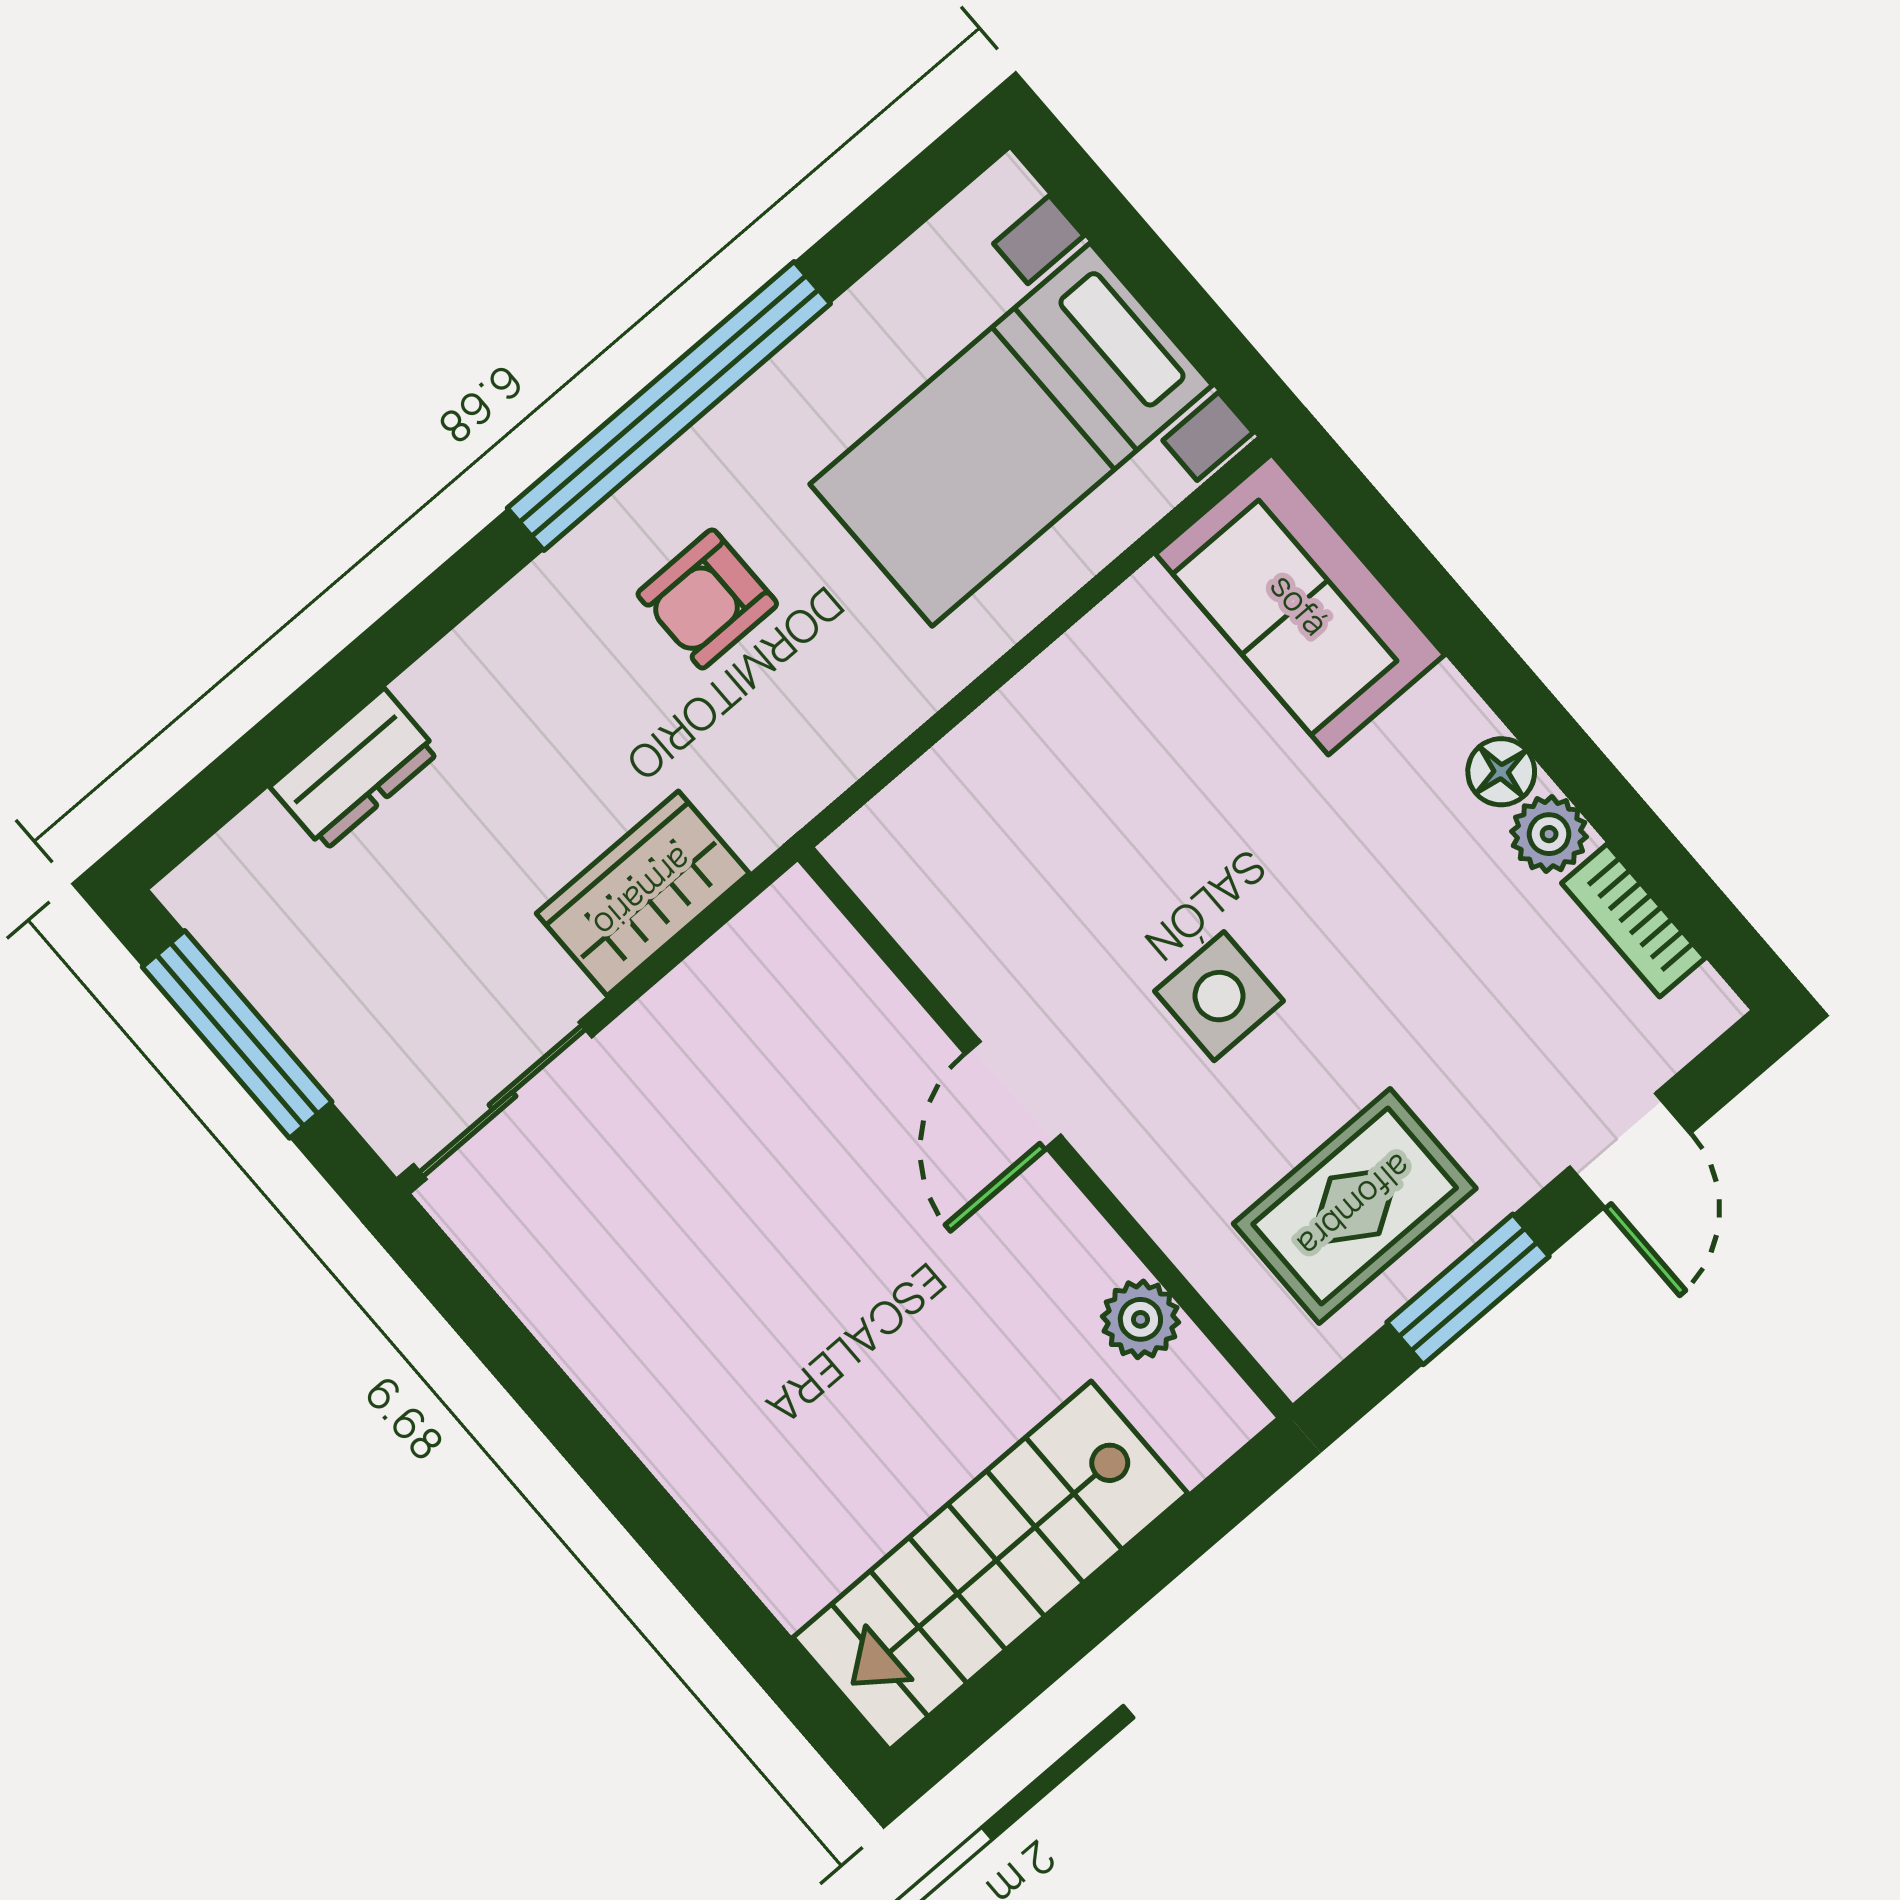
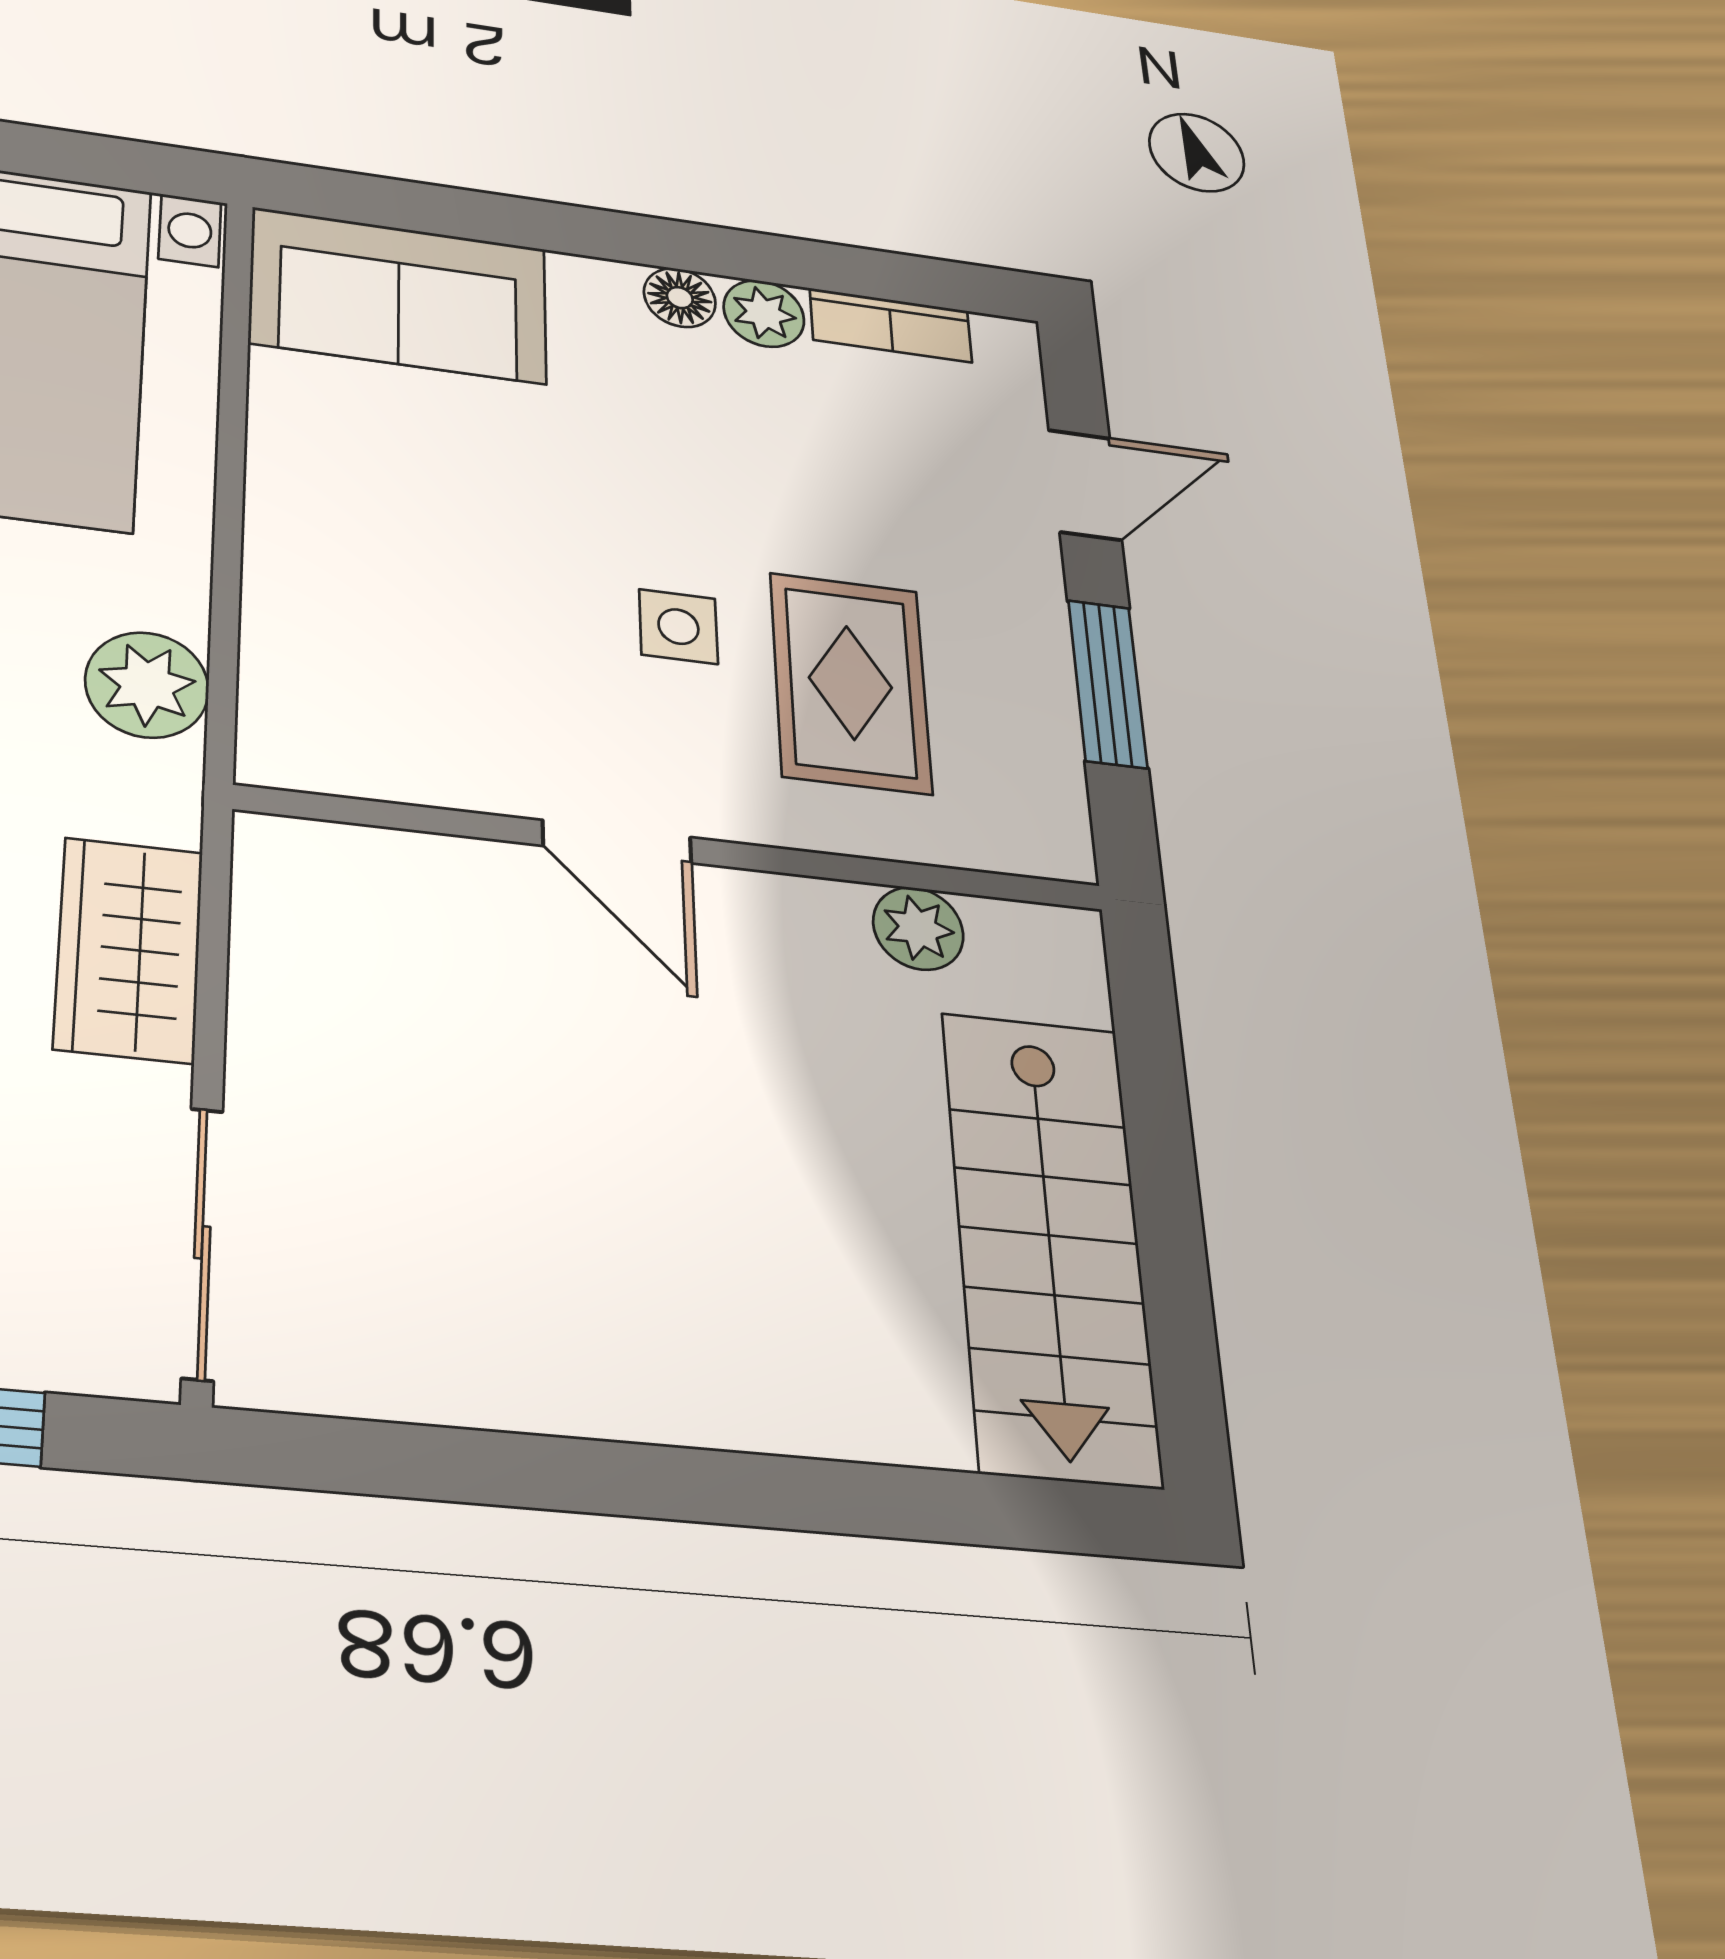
plant: (832, 736) -> (147, 685), added
side table: (1219, 996) -> (678, 627), width x0.73, depth x0.73
door: (1630, 1150) -> (1085, 485), hinge flipped
rug: (1355, 1206) -> (850, 683), moved

